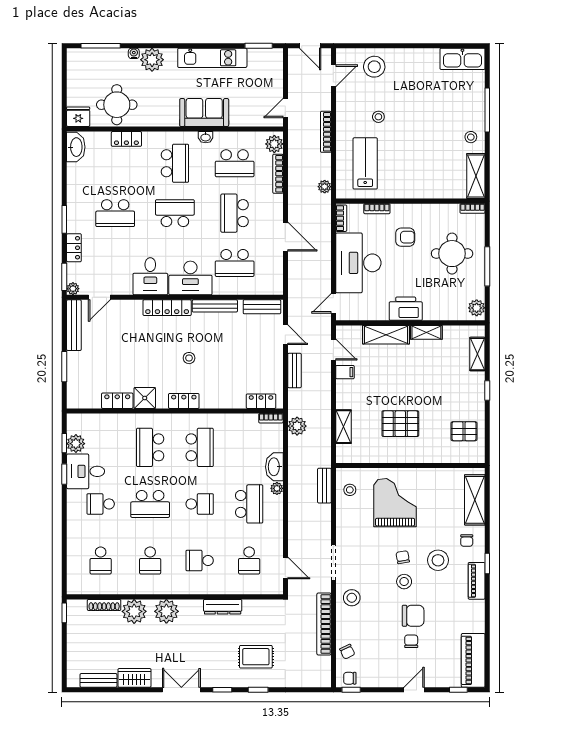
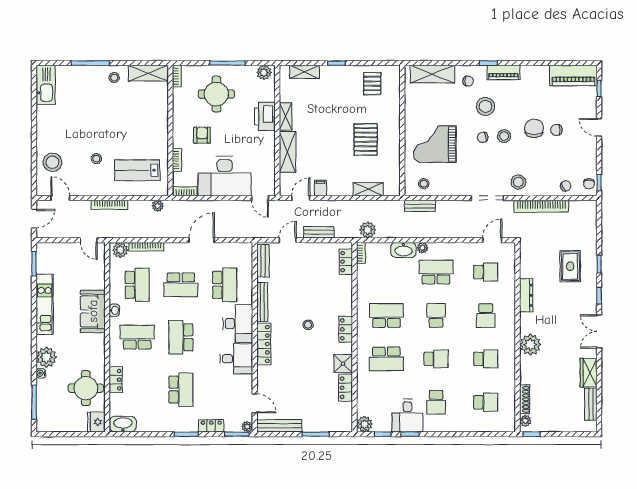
printer: (406, 309) -> (265, 117), moved
plant: (76, 444) -> (365, 424), moved
school desk: (150, 504) -> (436, 359), width x0.54
plant: (134, 611) -> (525, 421), moved, width x0.53, depth x0.53

